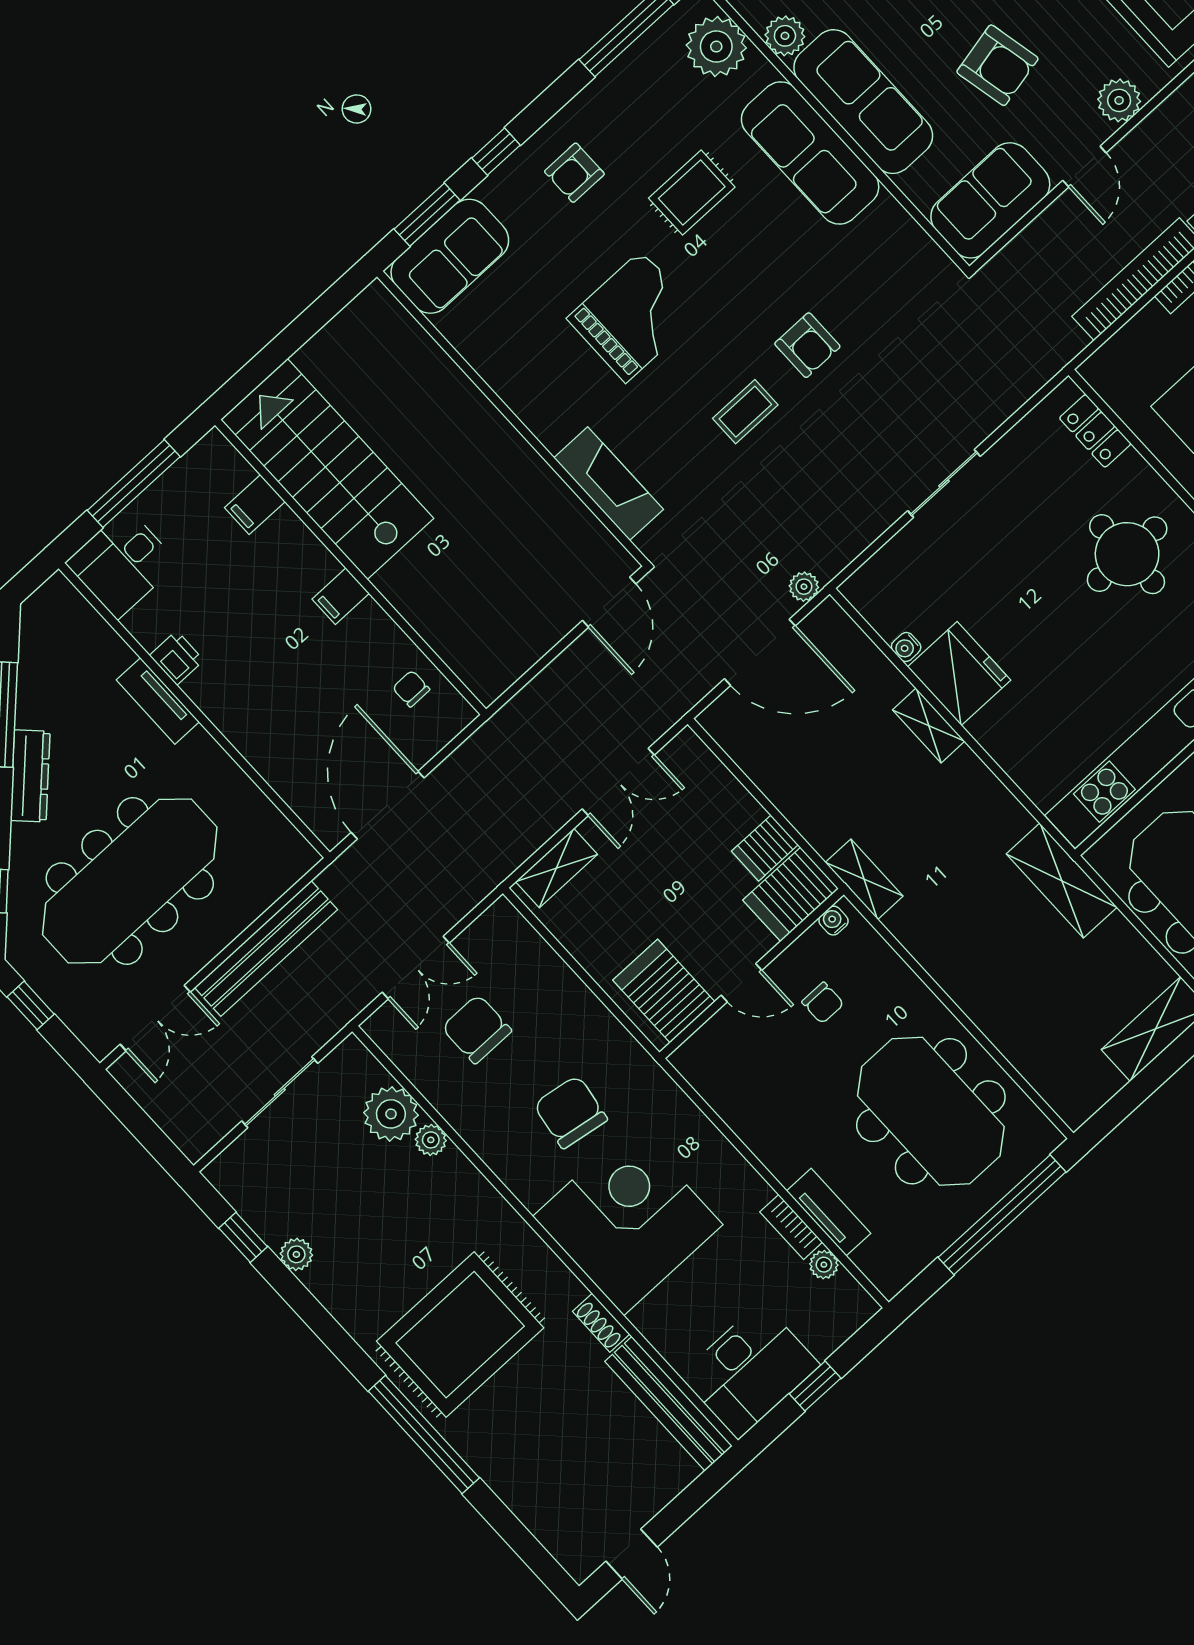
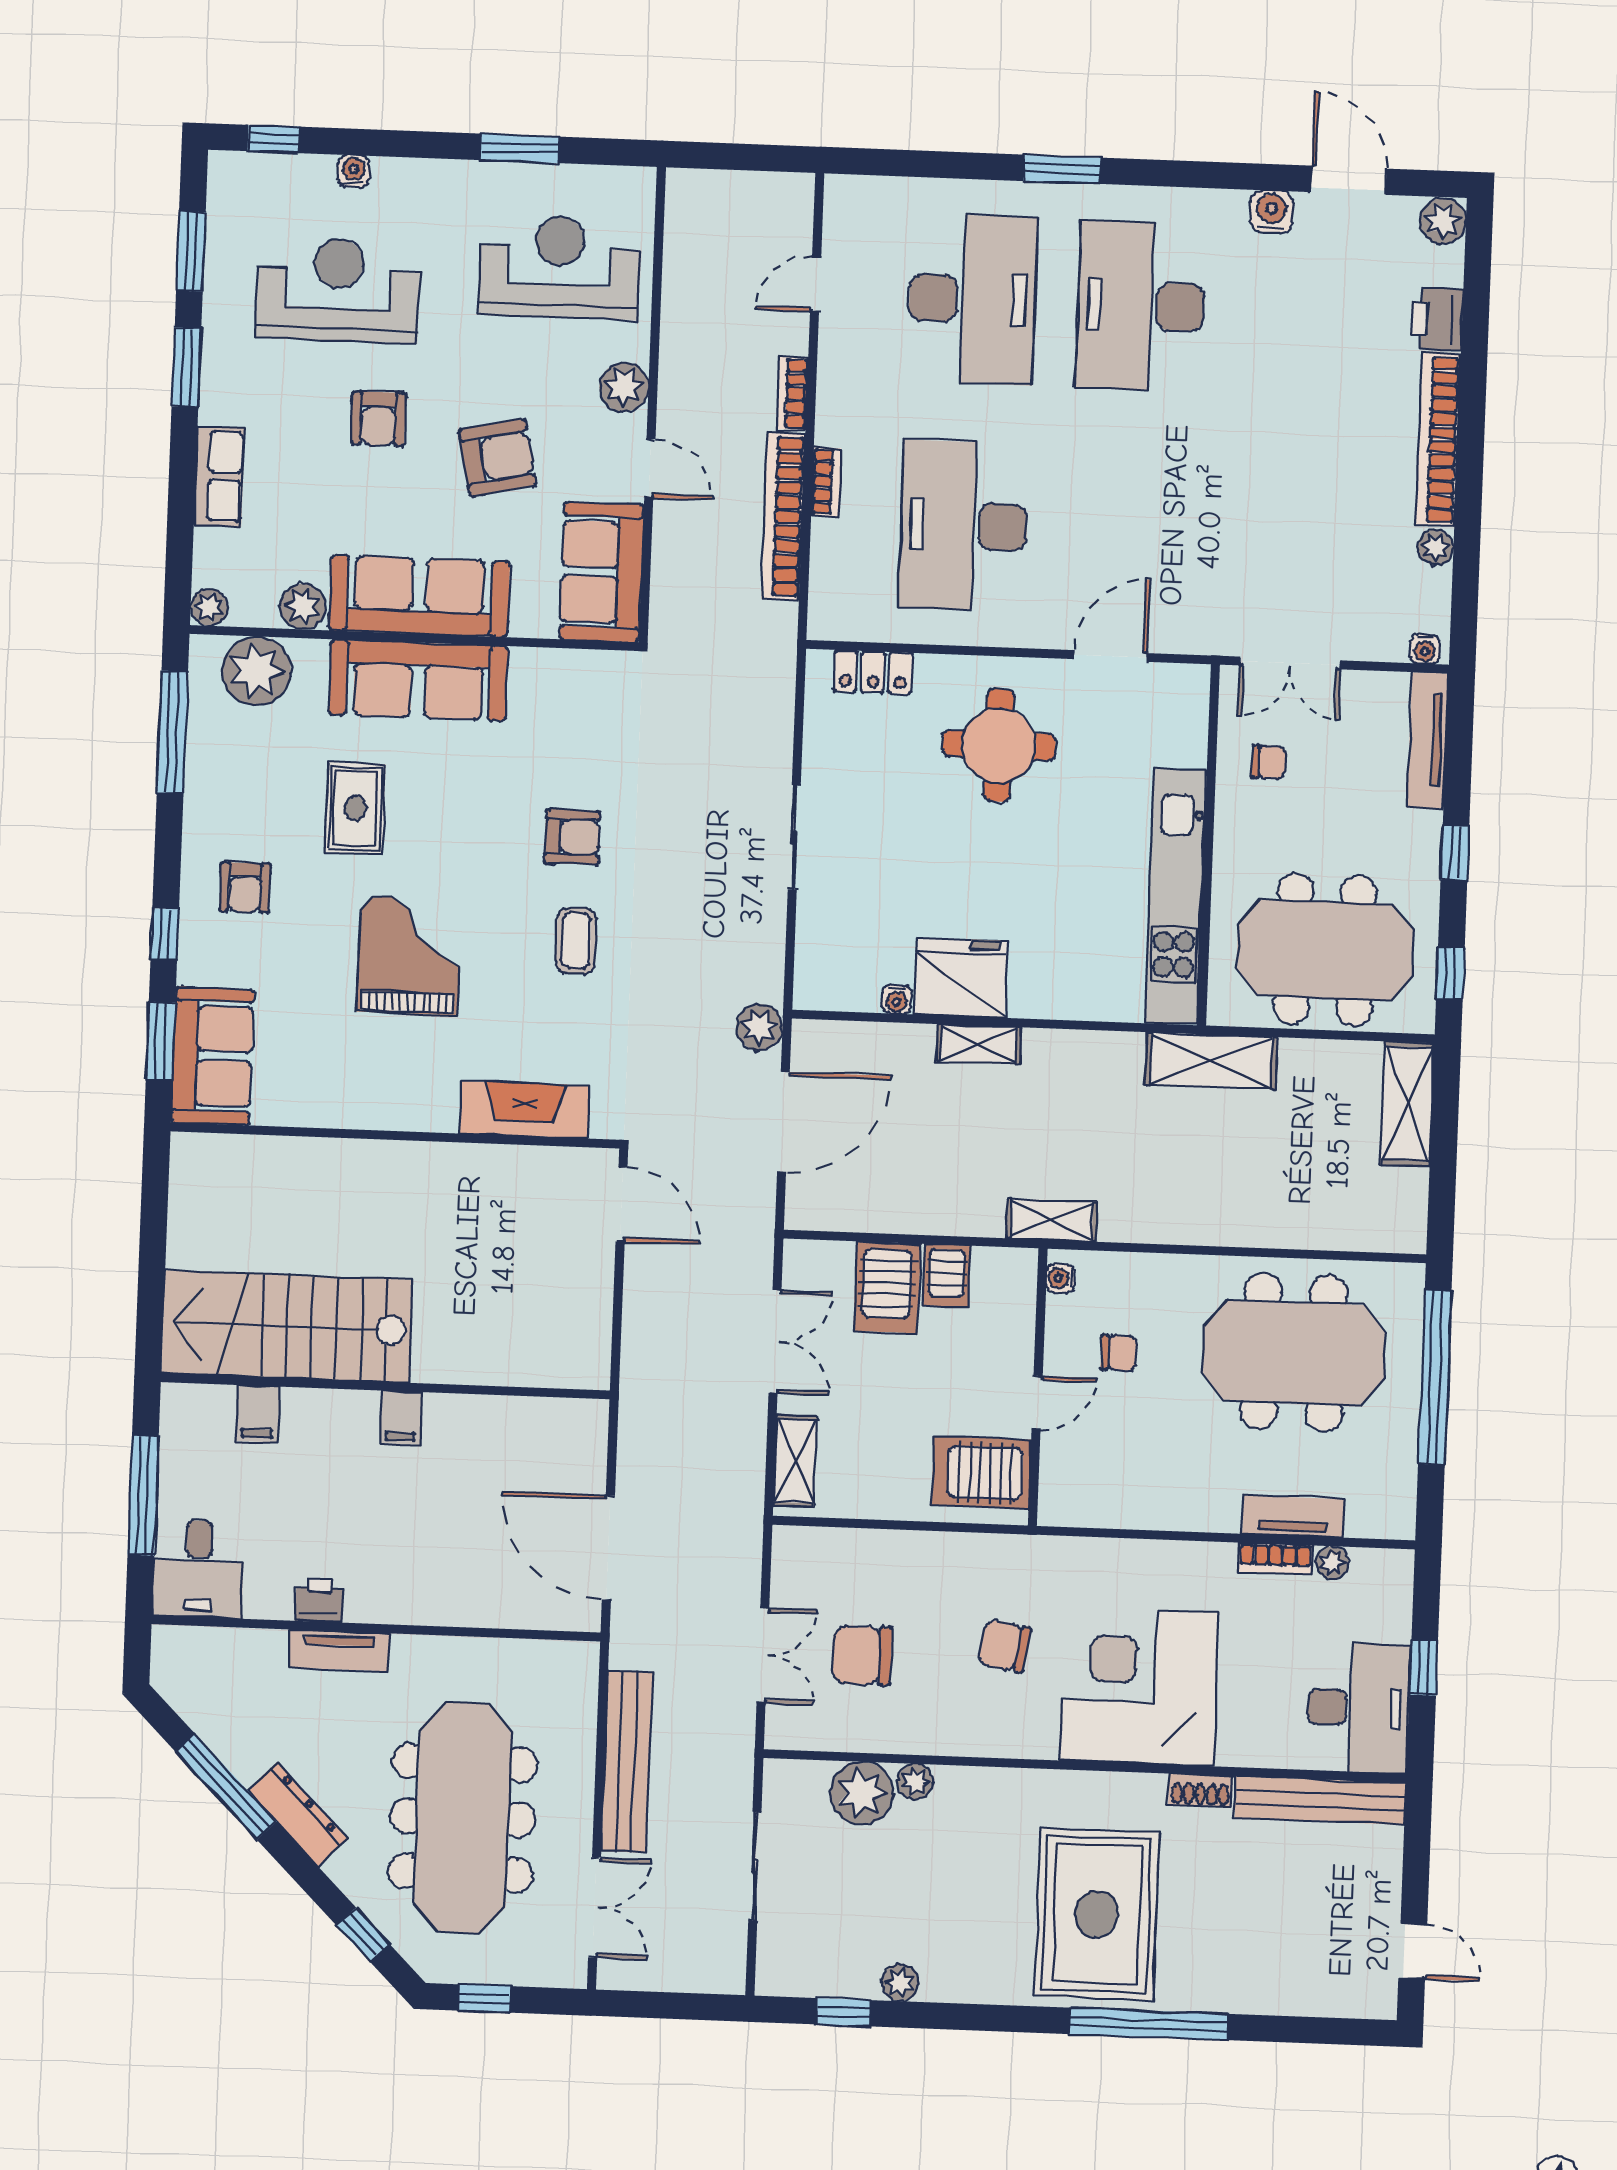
plant: (804, 587) -> (759, 1027), width x1.38, depth x1.38
chair: (411, 689) -> (533, 1435), removed
server rack: (791, 894) -> (887, 1287), moved
chair: (570, 1112) -> (1005, 1646), width x0.73, depth x0.73

